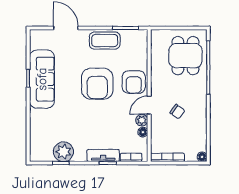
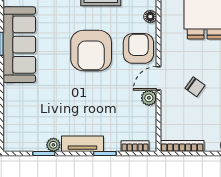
armchair: (134, 82) -> (138, 48), turned 180
floor lamp: (143, 132) -> (150, 17), moved
plant: (63, 152) -> (53, 145), width x0.53, depth x0.53
tv unit: (103, 156) -> (83, 144), moved

